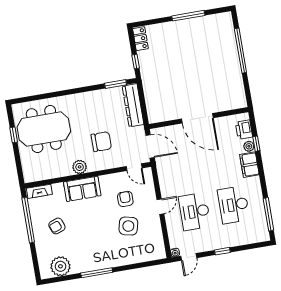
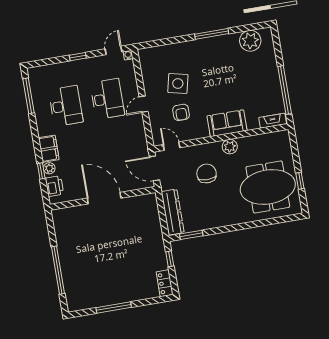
chair: (101, 142) -> (207, 174), turned 90
armchair: (57, 226) -> (254, 84), removed

